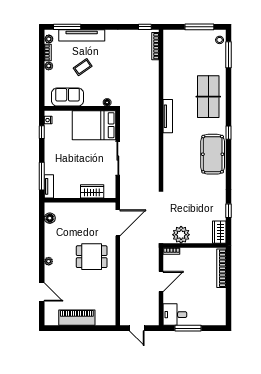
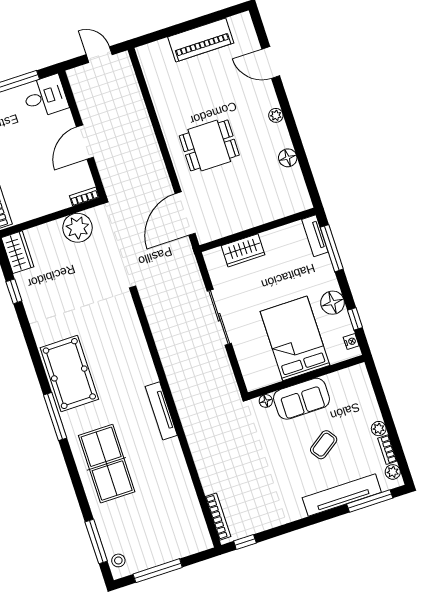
sofa: (68, 97) -> (302, 399), moved
bed: (94, 125) -> (295, 338), moved, turned -90
window: (229, 133) -> (55, 417), width x2.17
floor lamp: (51, 145) -> (333, 303), added
floor lamp: (50, 218) -> (288, 158), moved

